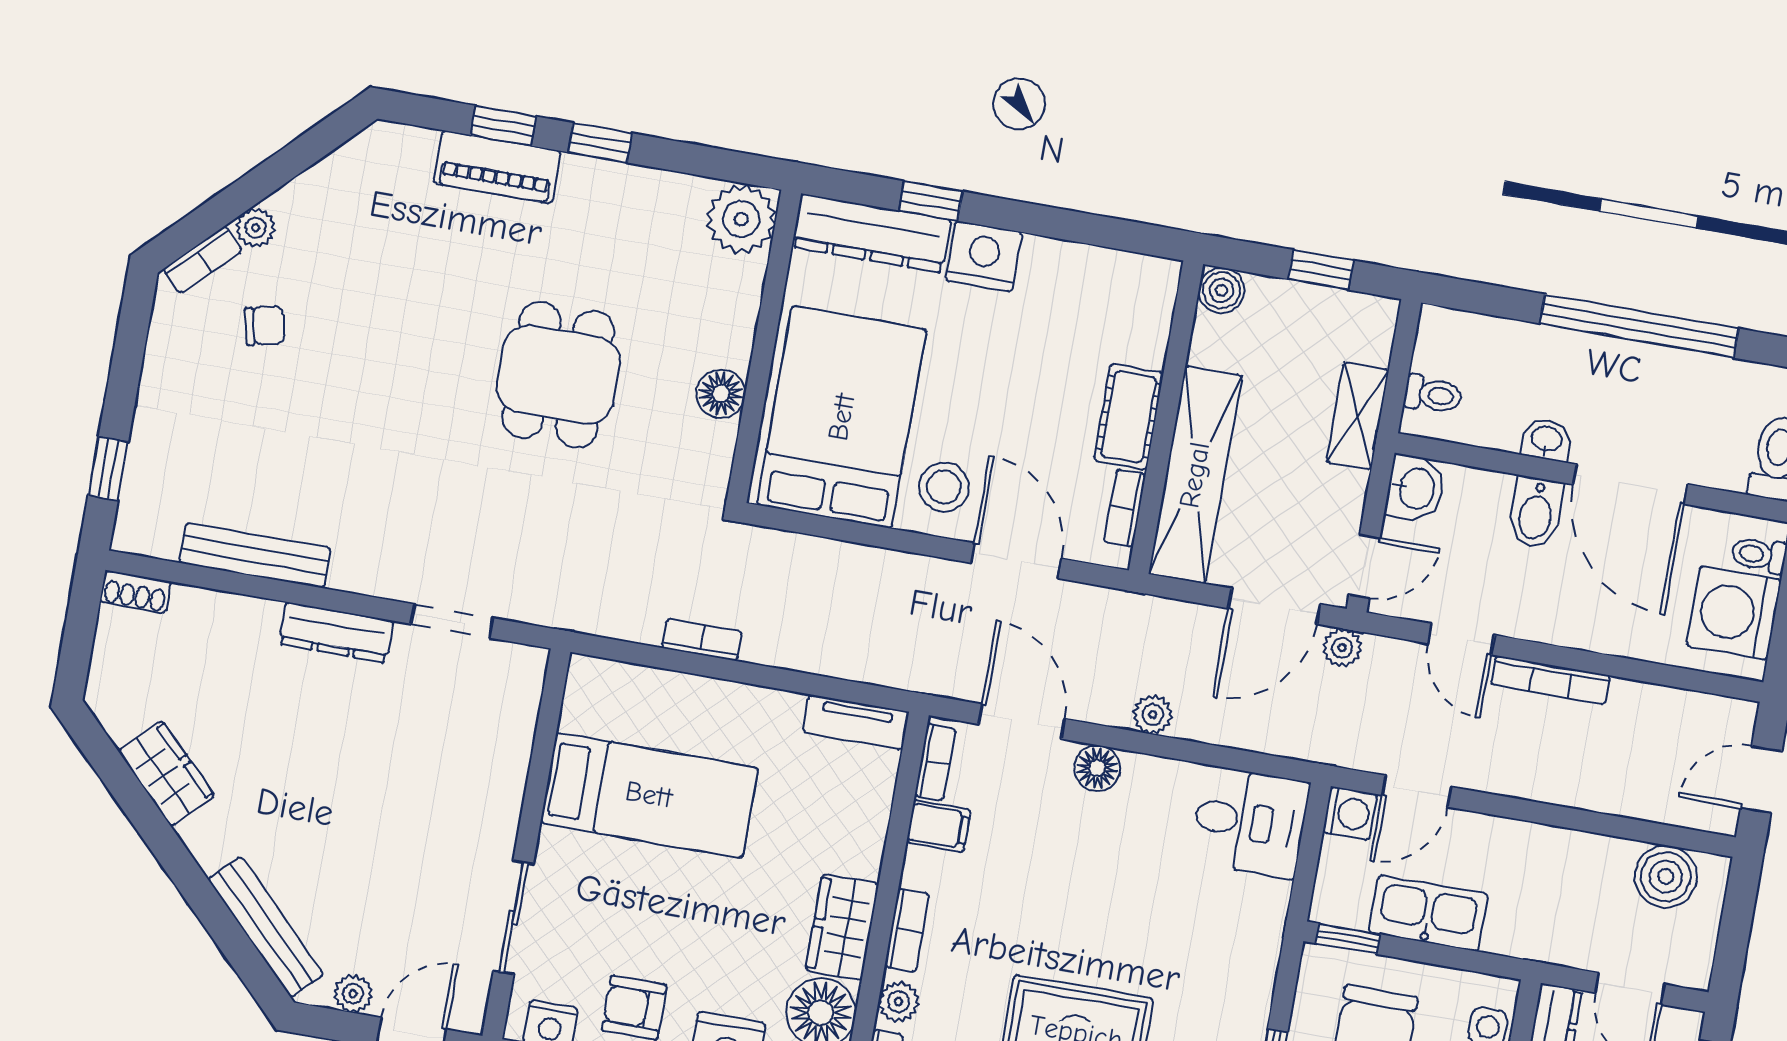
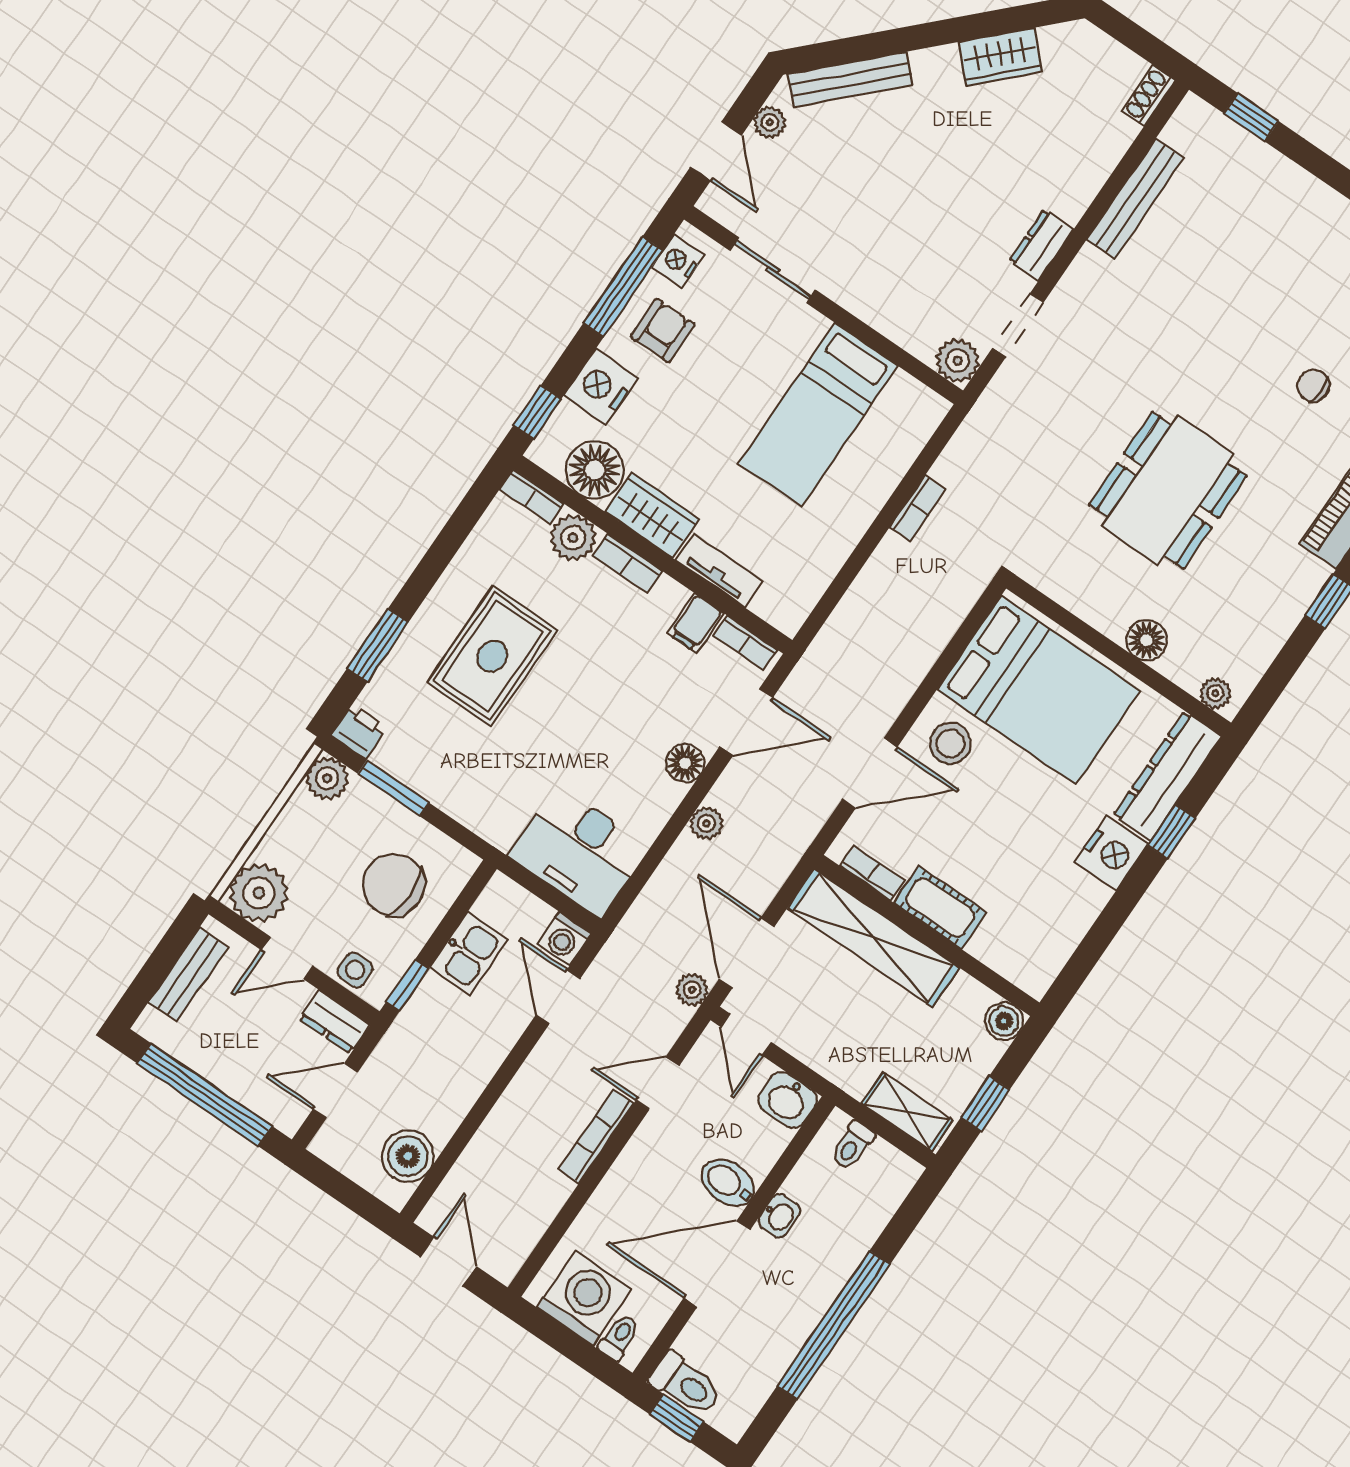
plant: (741, 219) -> (1215, 693), width x0.53, depth x0.53
chair: (265, 326) -> (1313, 386), moved, turned 103
dining table: (558, 375) -> (1168, 490), width x1.38
floor lamp: (721, 394) -> (1147, 640), moved
shelving: (1358, 416) -> (907, 1112), moved
dresser: (336, 632) -> (1041, 245), width x0.70
plant: (521, 670) -> (958, 361), added
tv unit: (856, 722) -> (719, 571), moved, turned 90
desk: (1250, 822) -> (579, 851), width x1.37
kitchen sink: (1428, 913) -> (469, 953), width x0.73
window: (1348, 939) -> (407, 985), moved
plant: (899, 1002) -> (573, 538), width x1.38, depth x1.38

